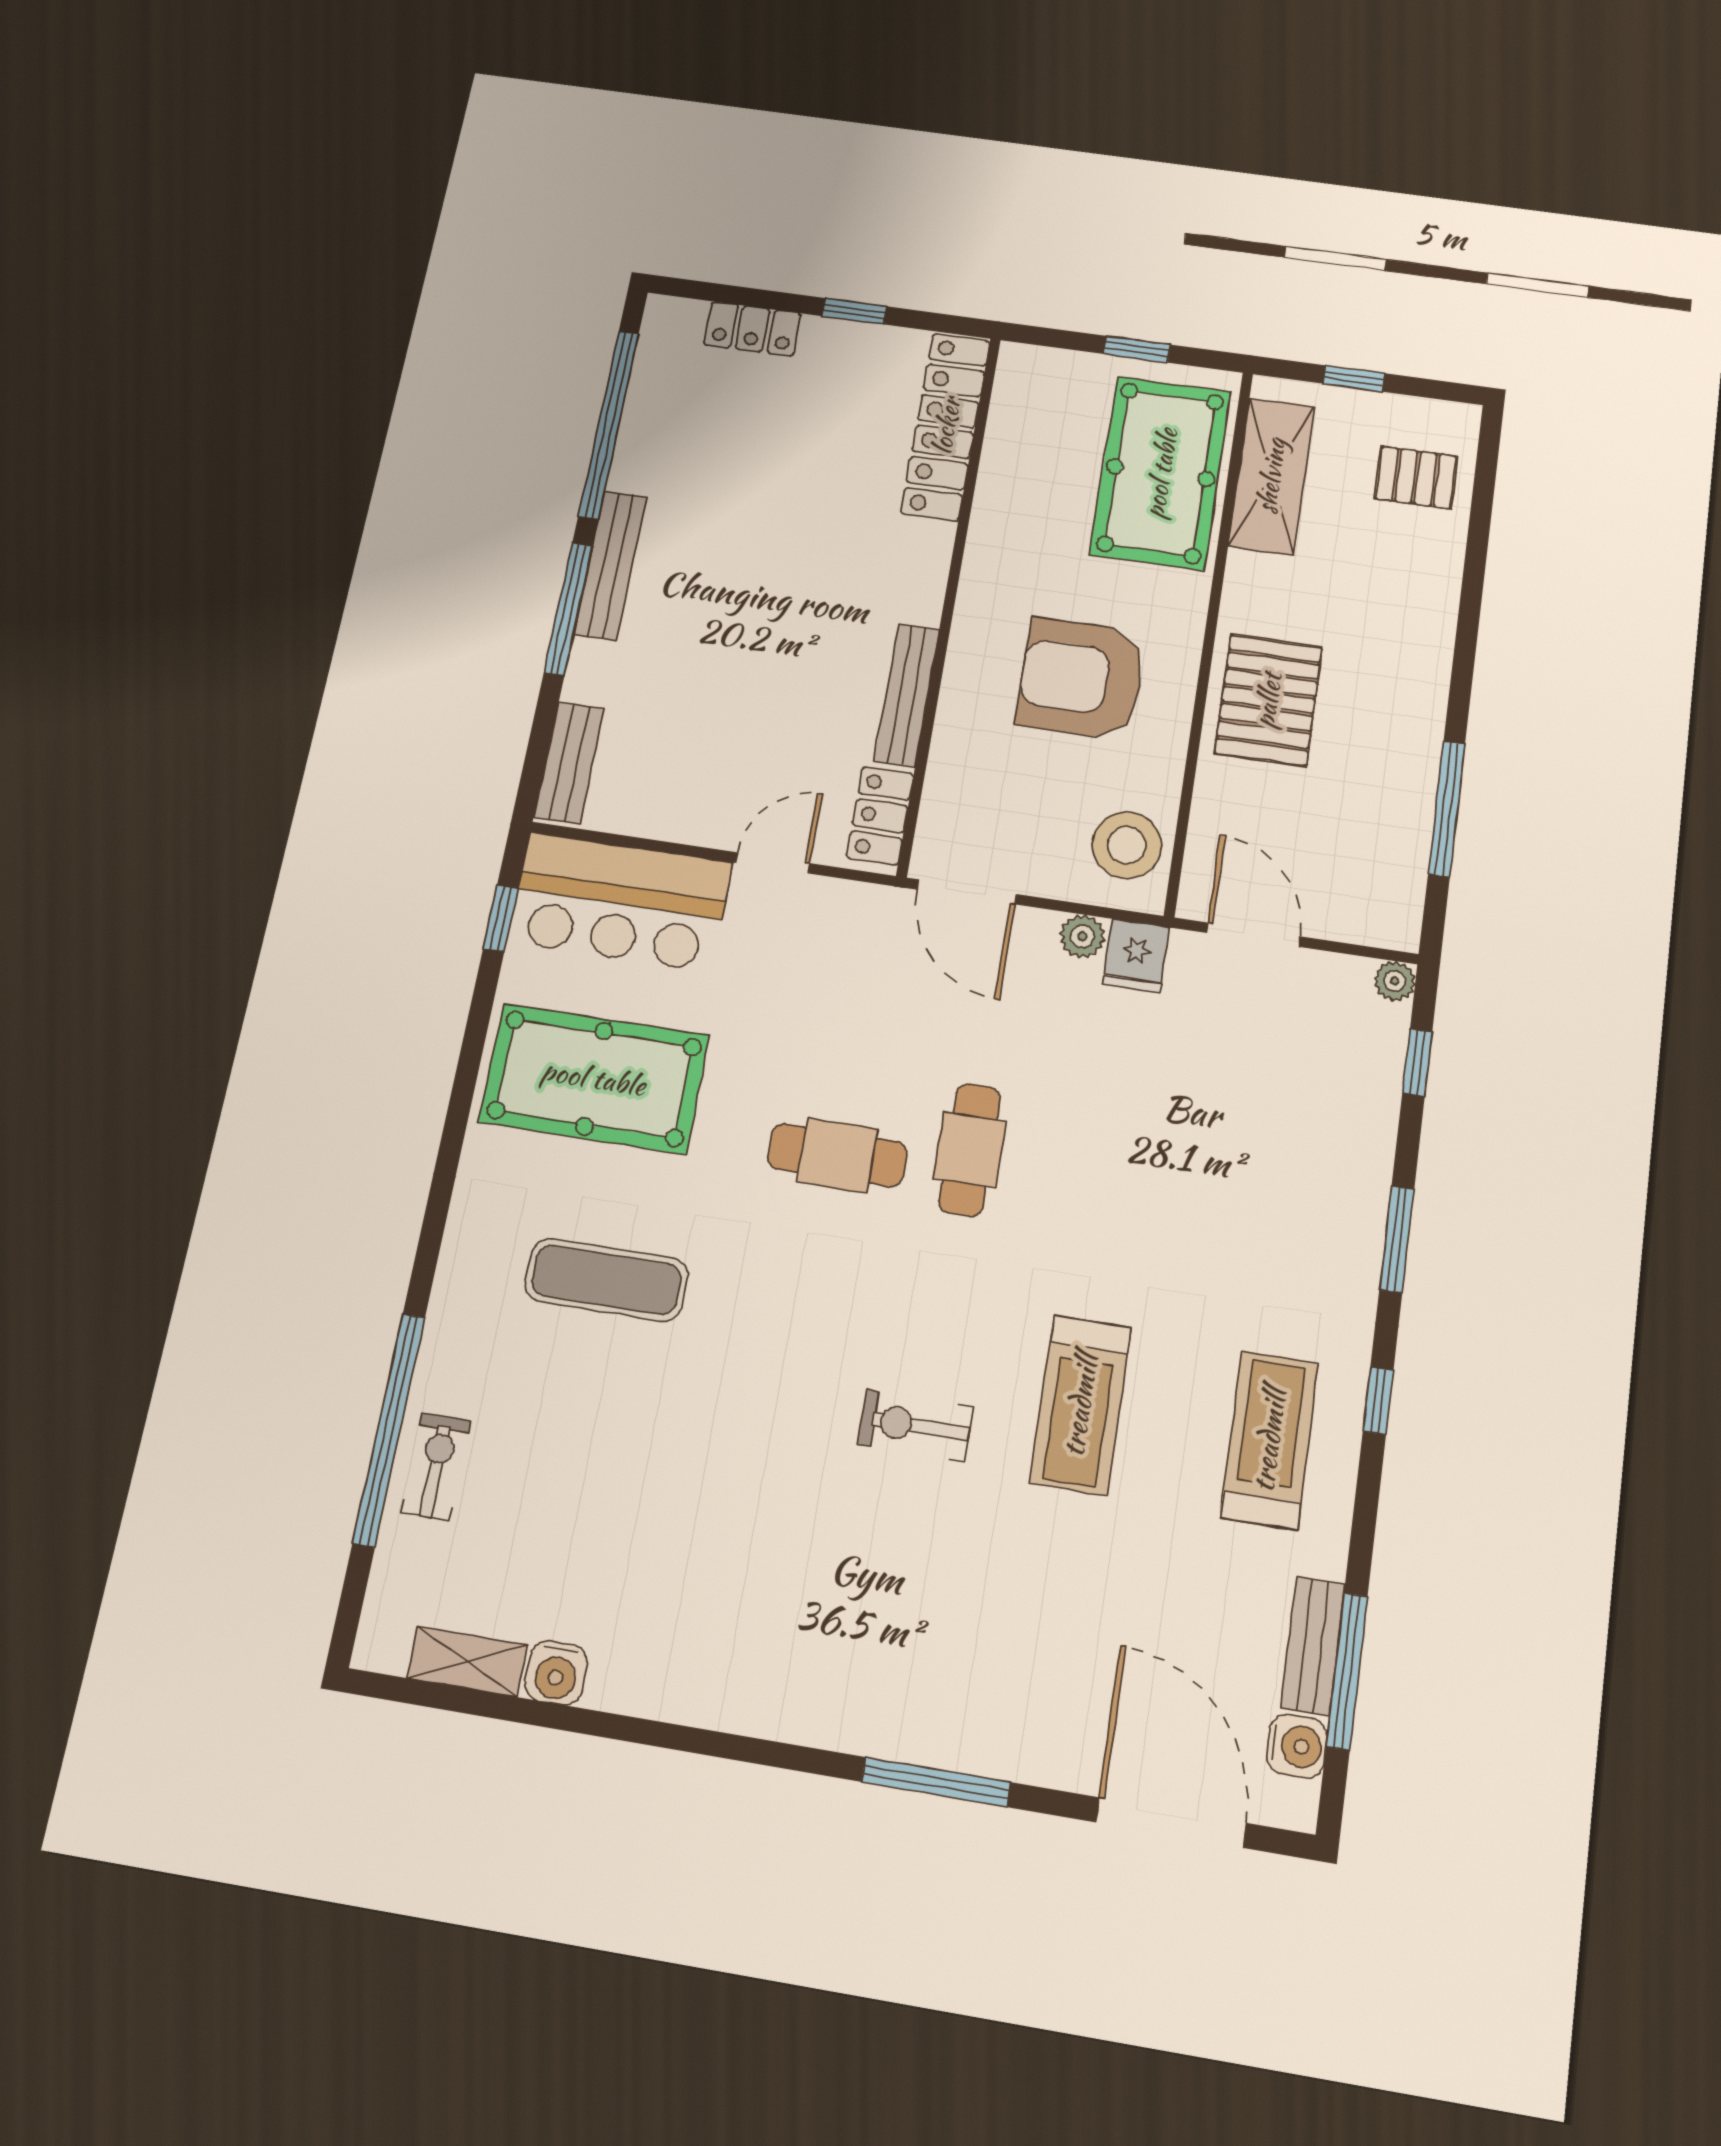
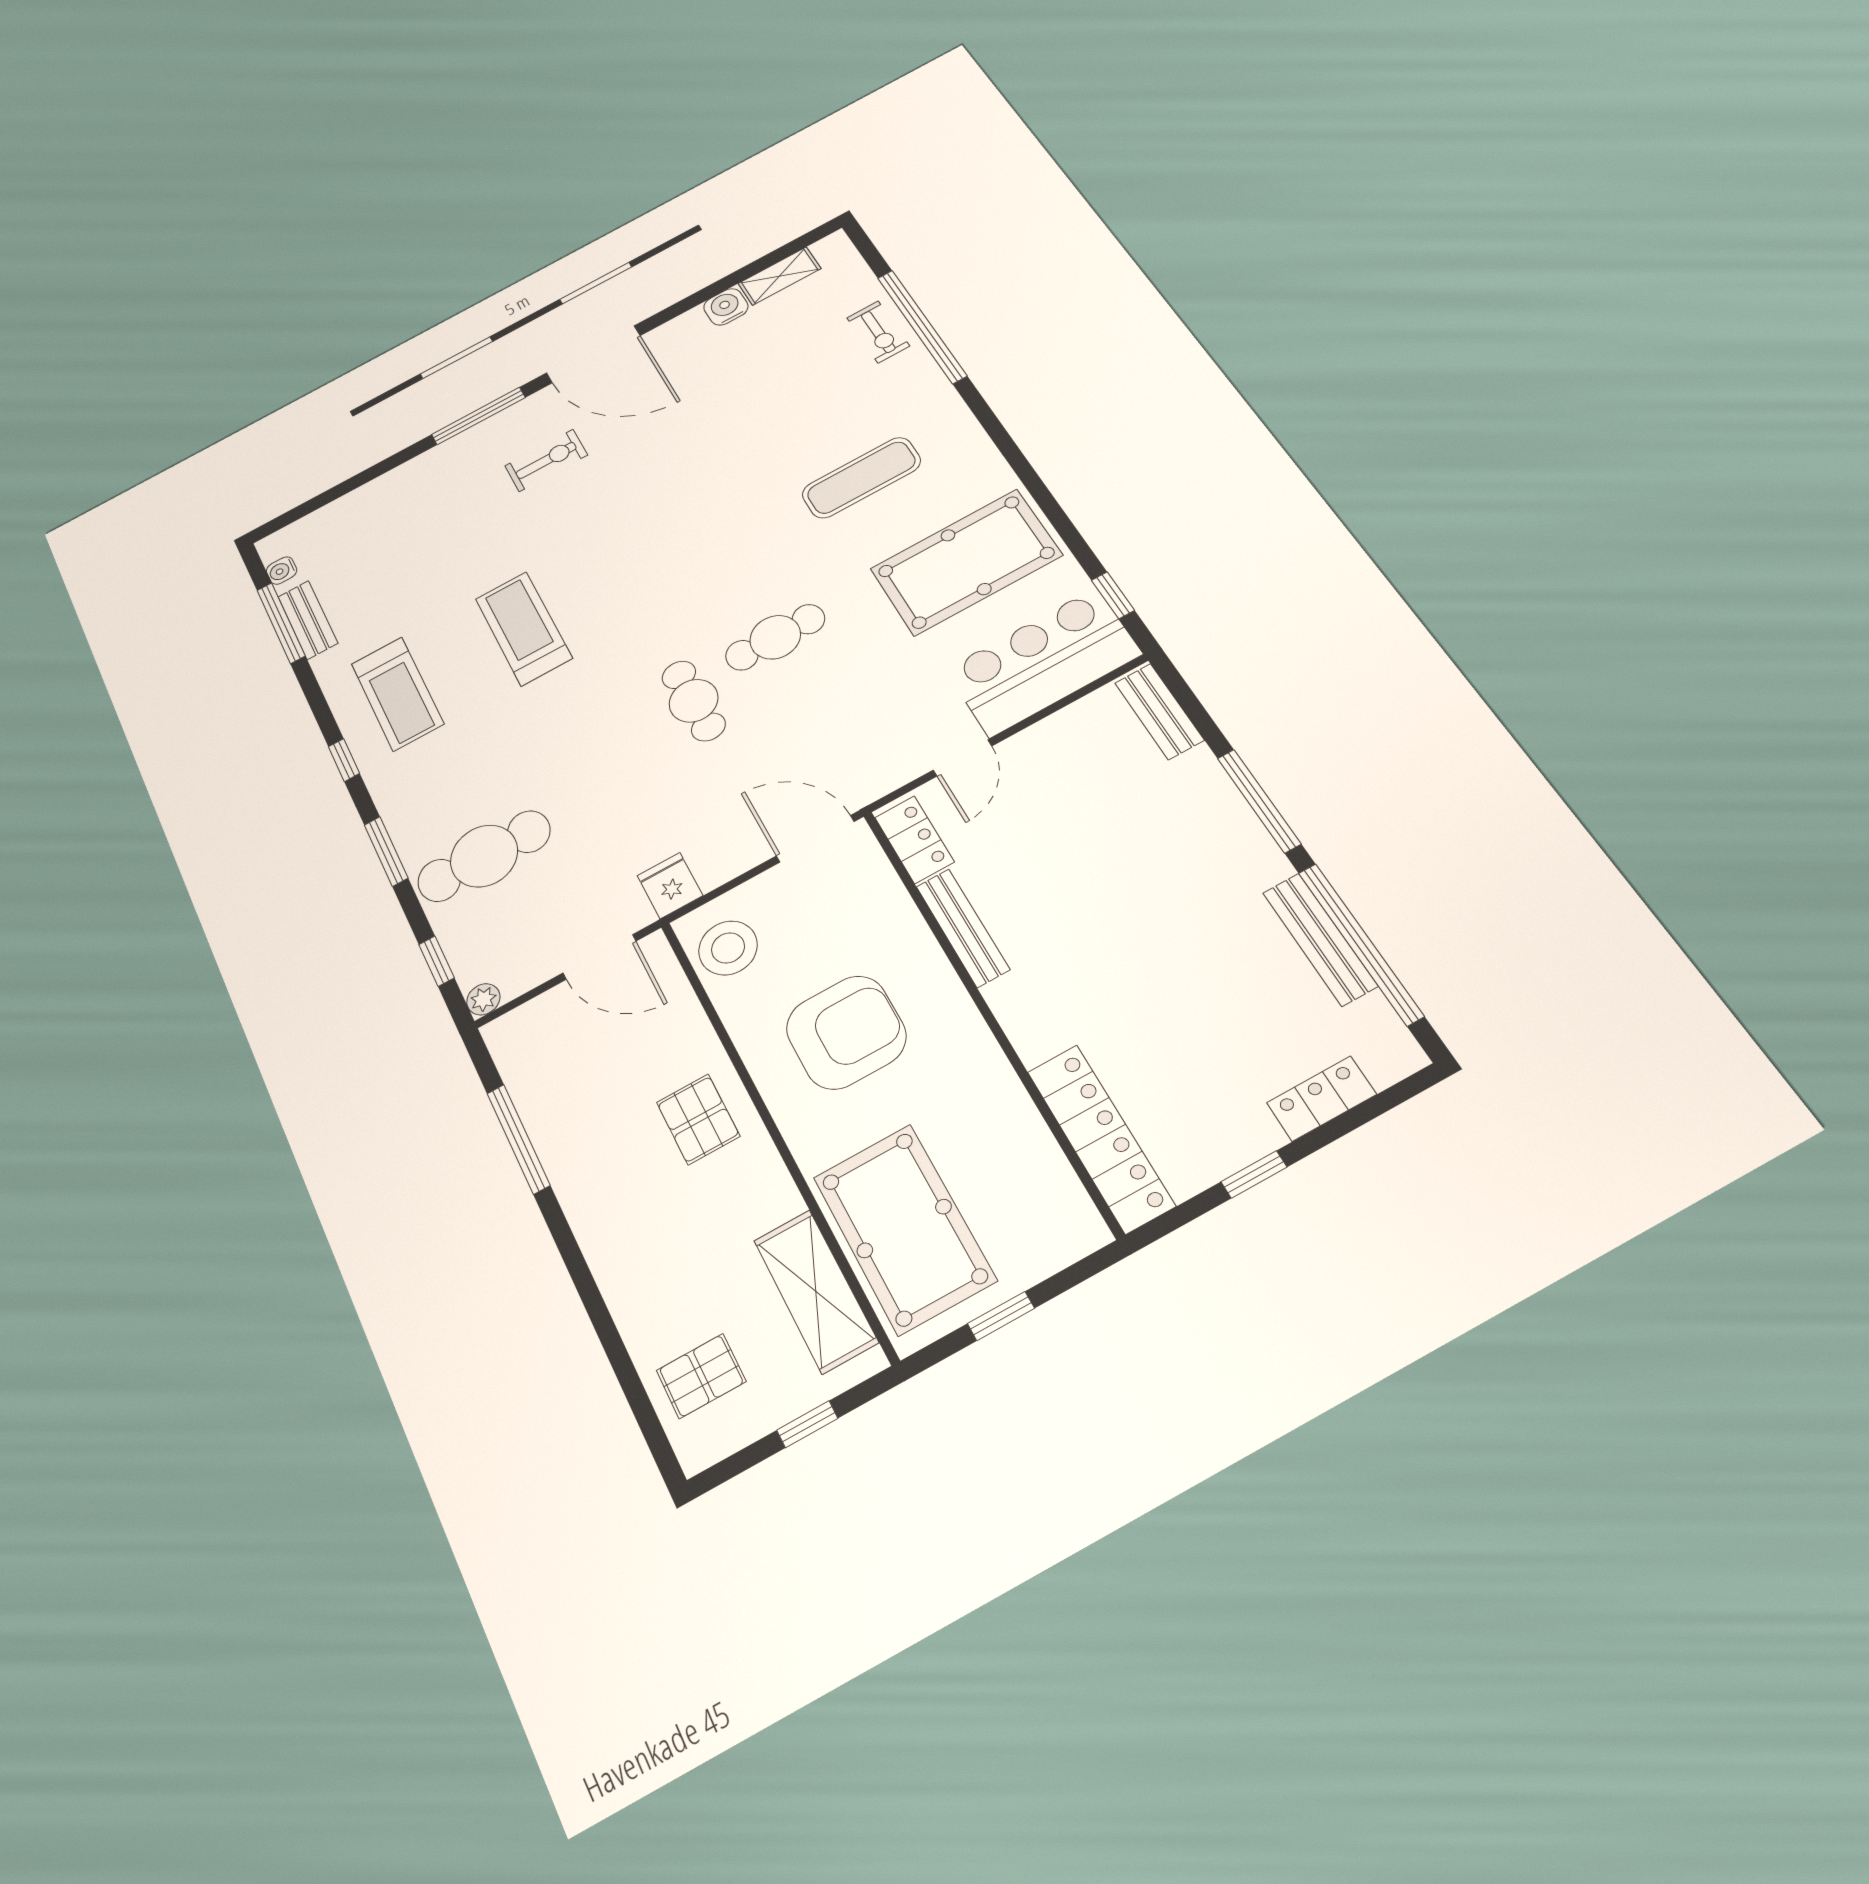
bench: (610, 565) -> (1320, 939), moved
pallet: (1268, 700) -> (698, 1119), width x0.67, depth x0.71
plant: (1082, 936) -> (715, 870), removed
cafe table: (1298, 1146) -> (484, 856), added
exercise bike: (915, 1426) -> (546, 460), moved
water cooler: (1297, 1746) -> (282, 571), width x0.72, depth x0.72
door: (1171, 1823) -> (593, 354), moved

